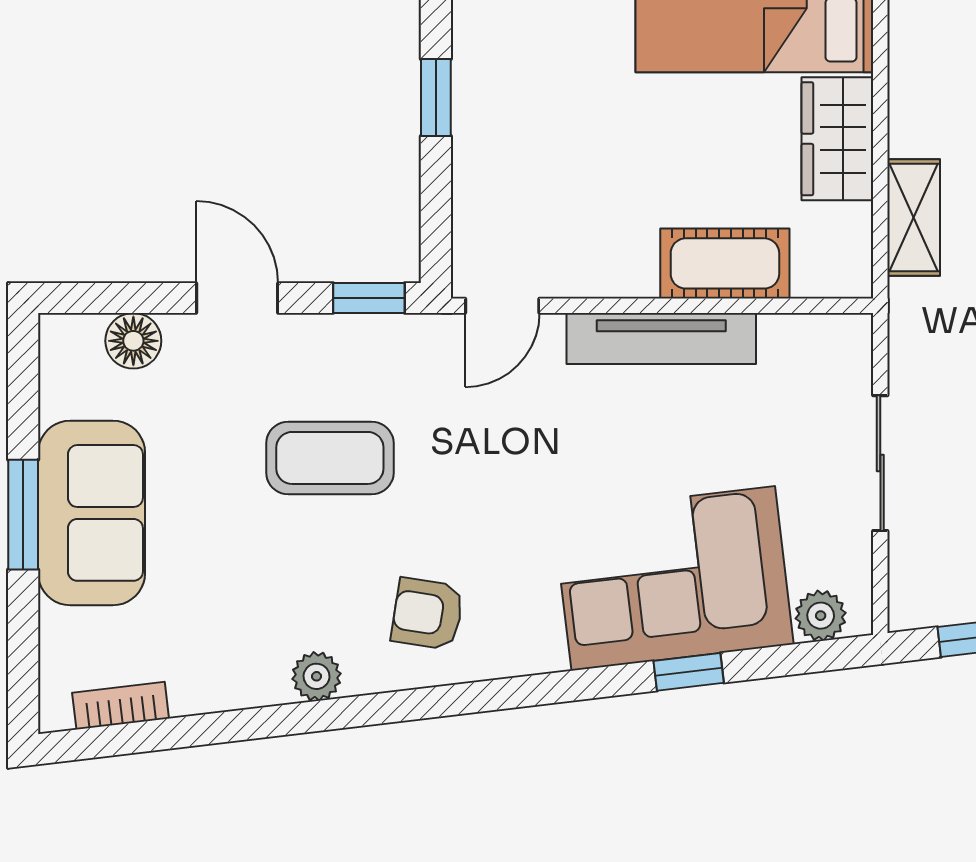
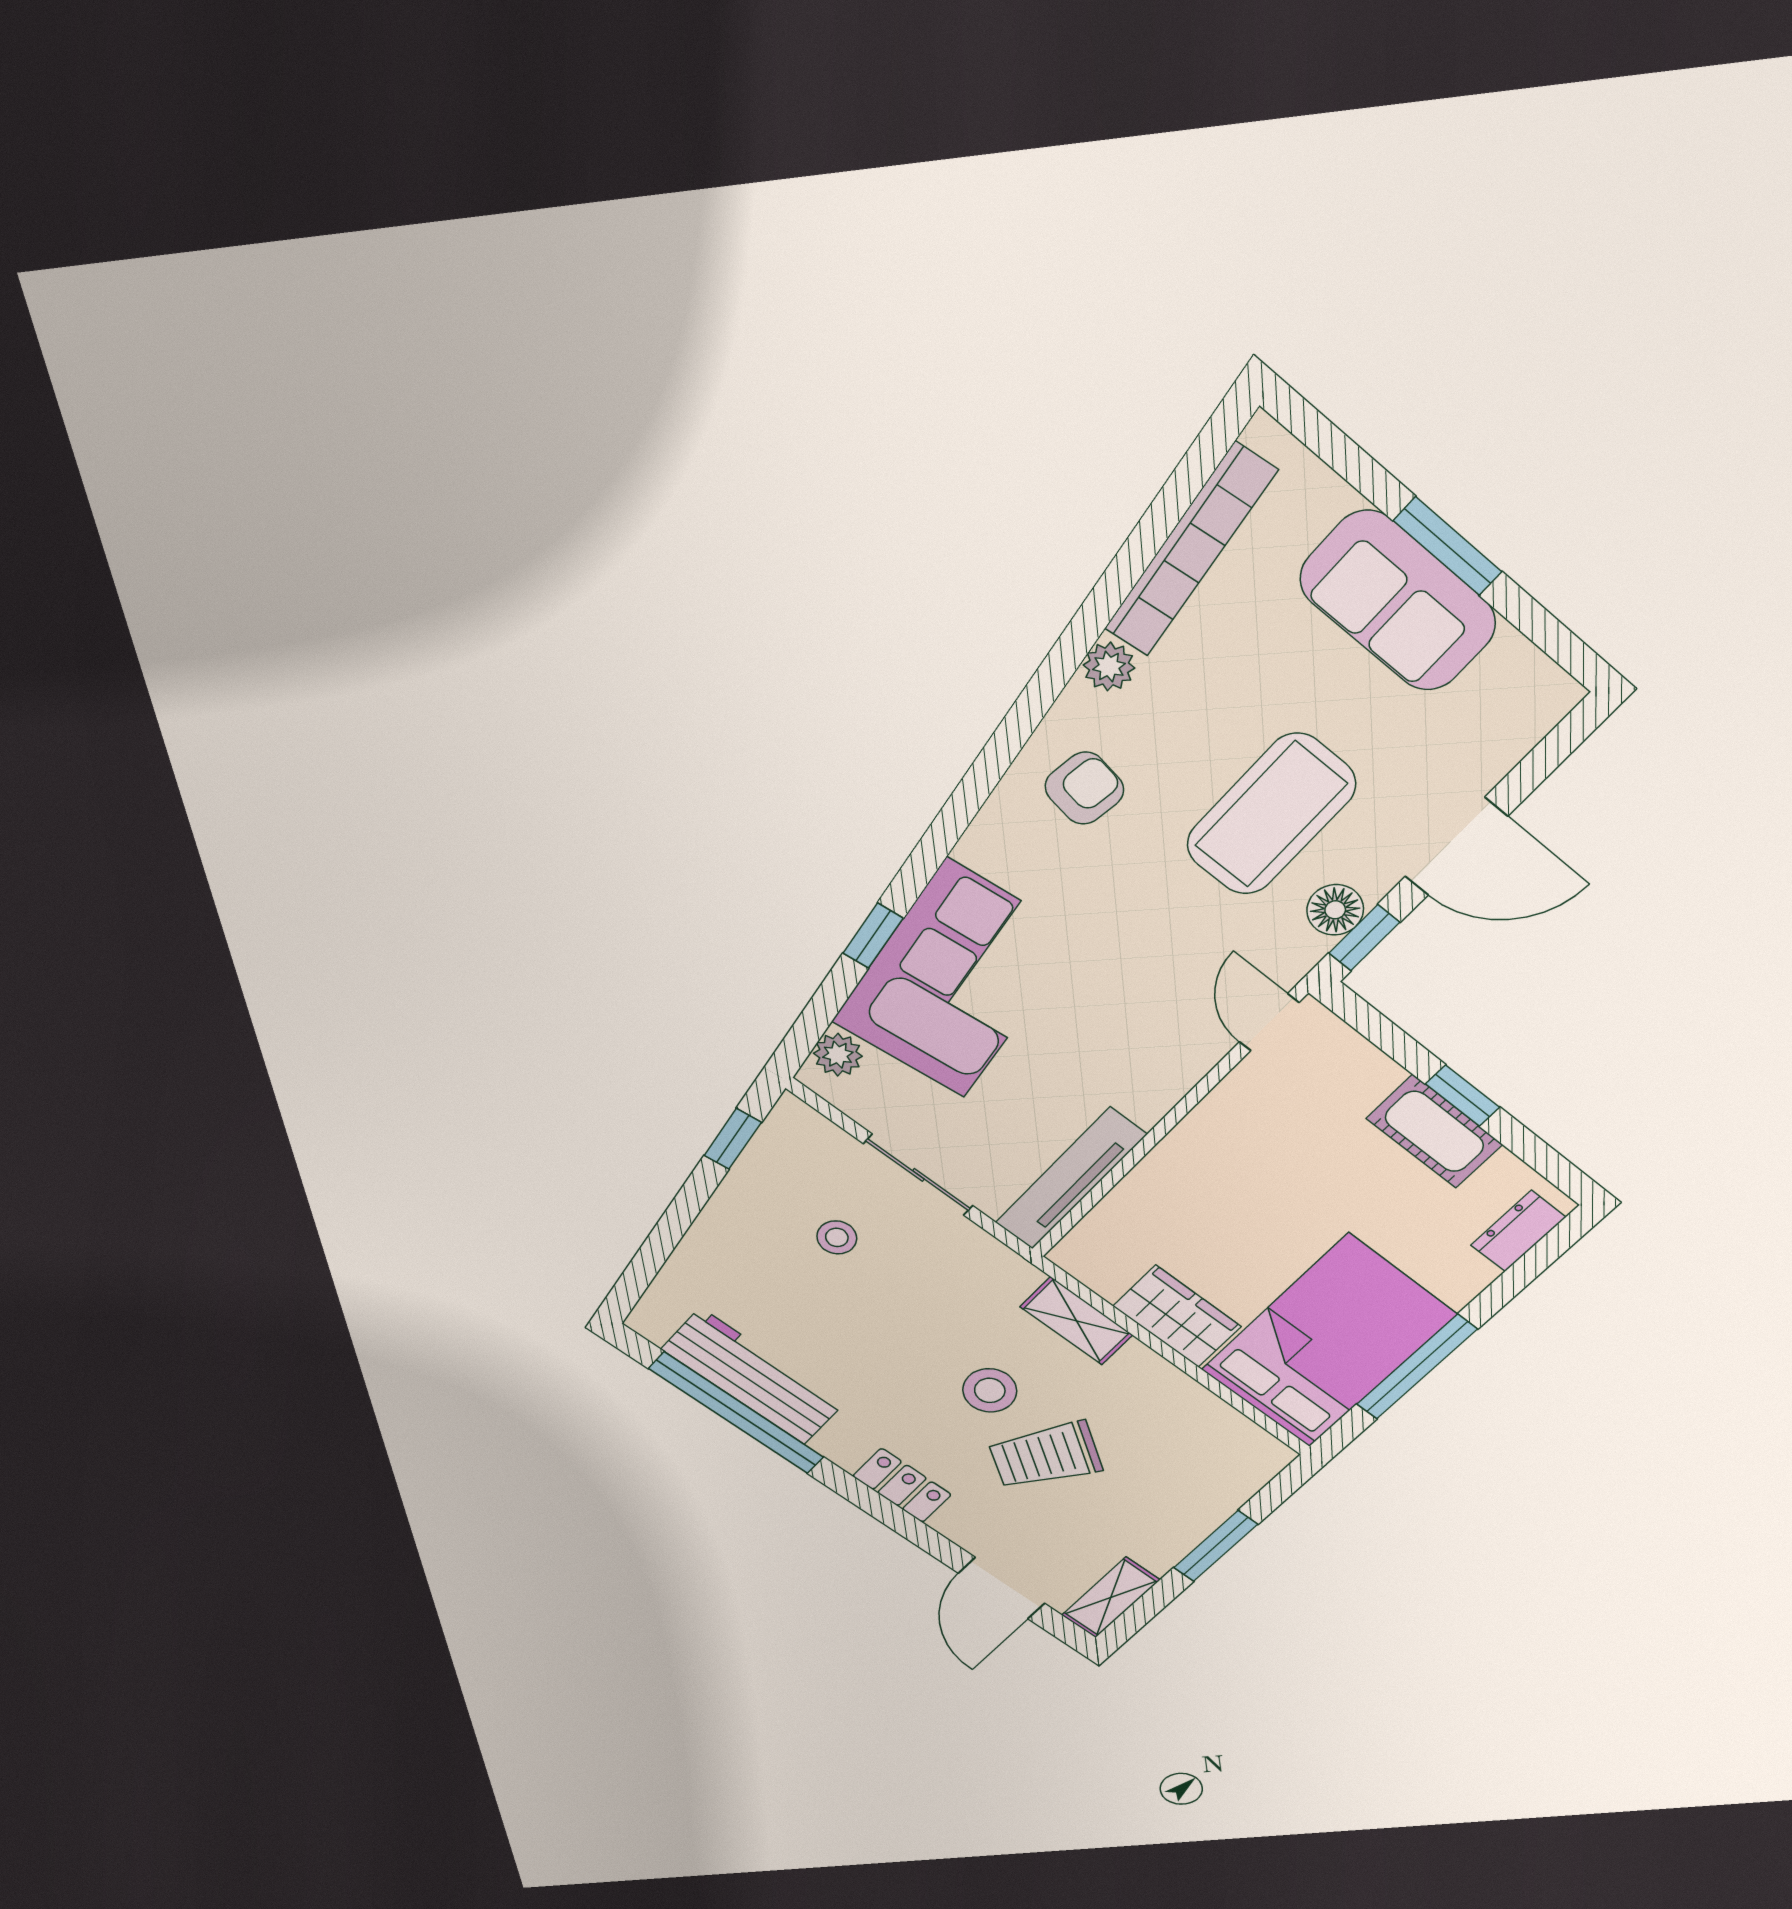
cot: (725, 263) -> (1435, 1132), moved, turned 90
door: (237, 298) -> (1456, 846), width x1.38
tv unit: (661, 339) -> (1071, 1179), moved
floor lamp: (133, 341) -> (1335, 910), moved
coffee table: (330, 458) -> (1271, 814), width x1.36, depth x1.32
bookcase: (121, 706) -> (1190, 550), width x2.31, depth x1.31

